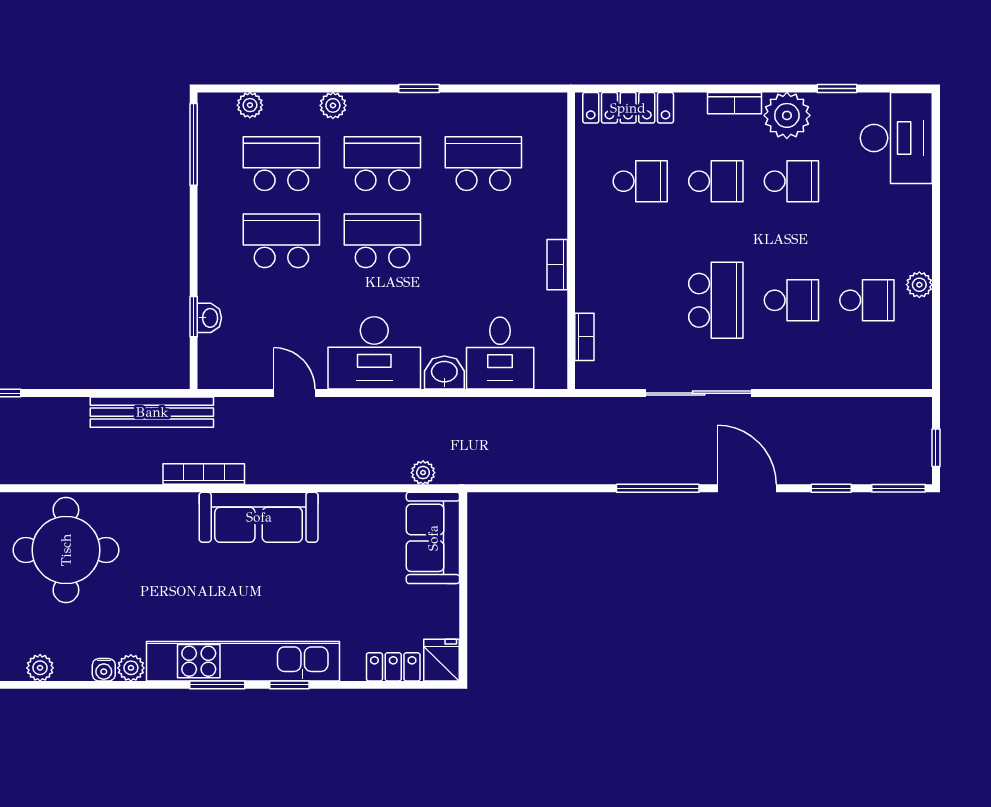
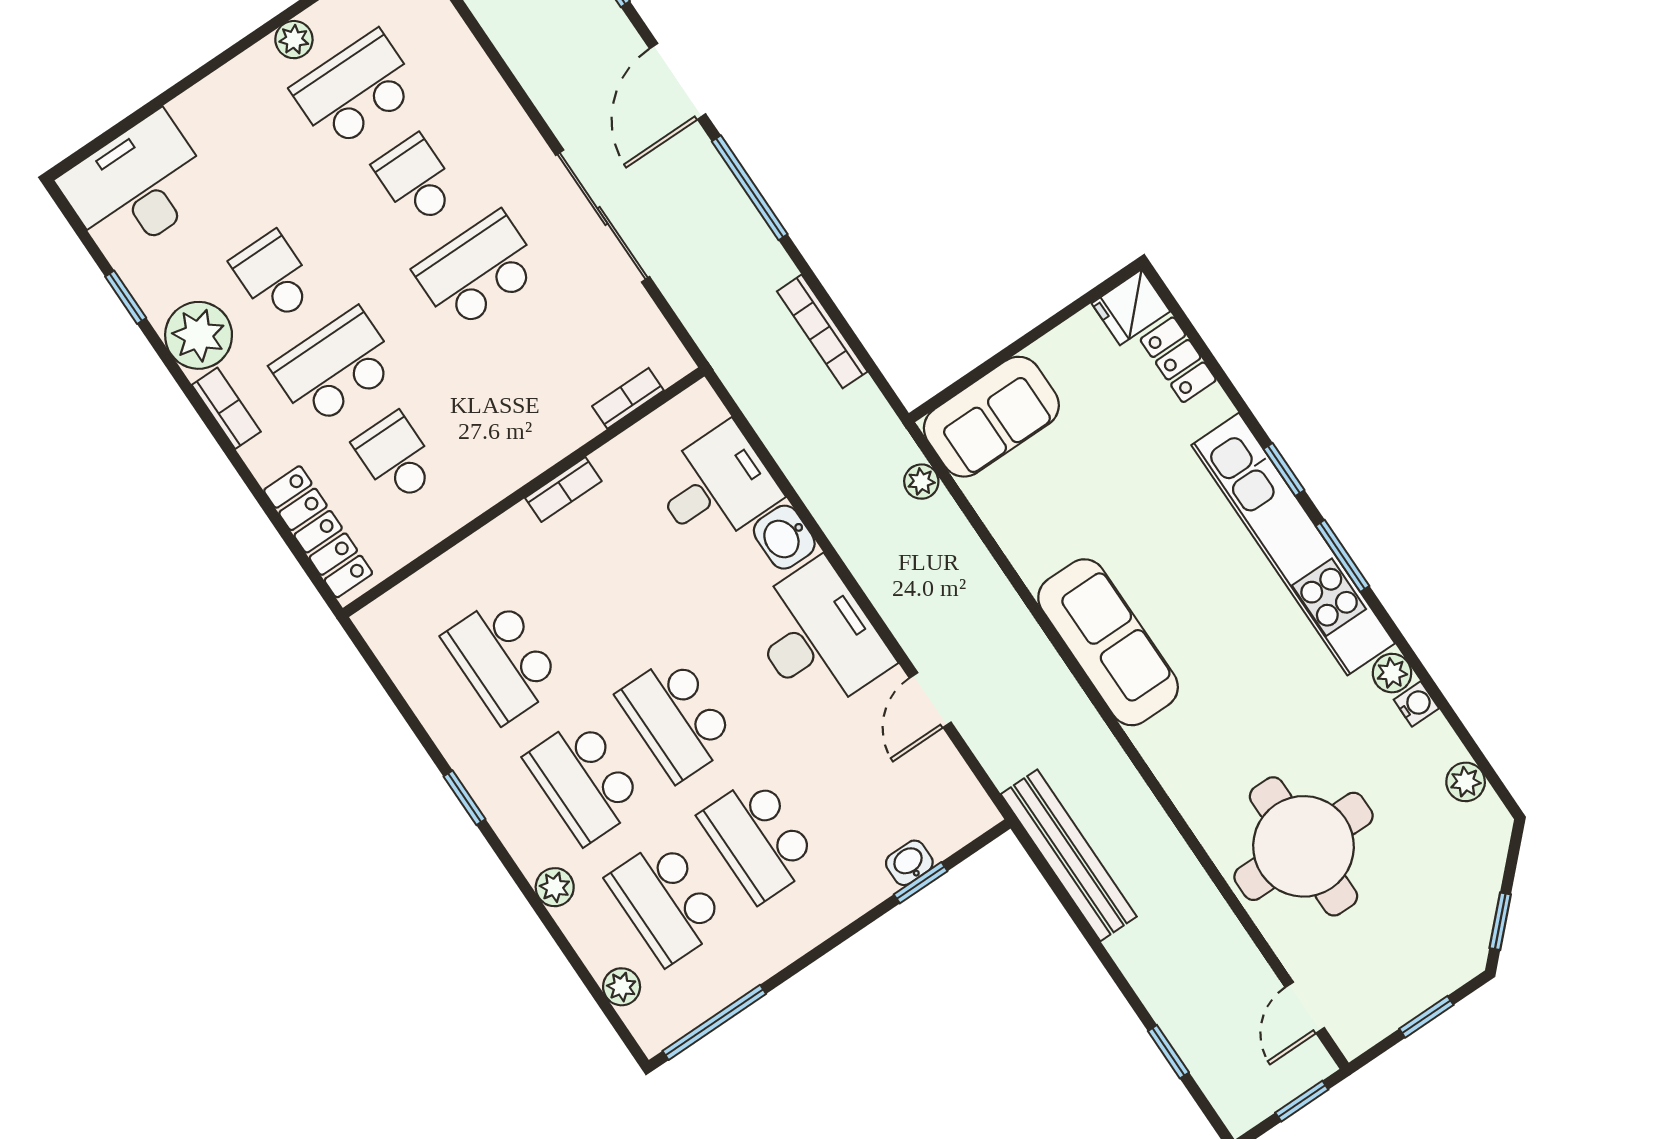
school desk: (716, 181) -> (335, 367), width x1.85
school desk: (867, 300) -> (355, 90), width x1.85
bookcase: (204, 474) -> (822, 331), moved

